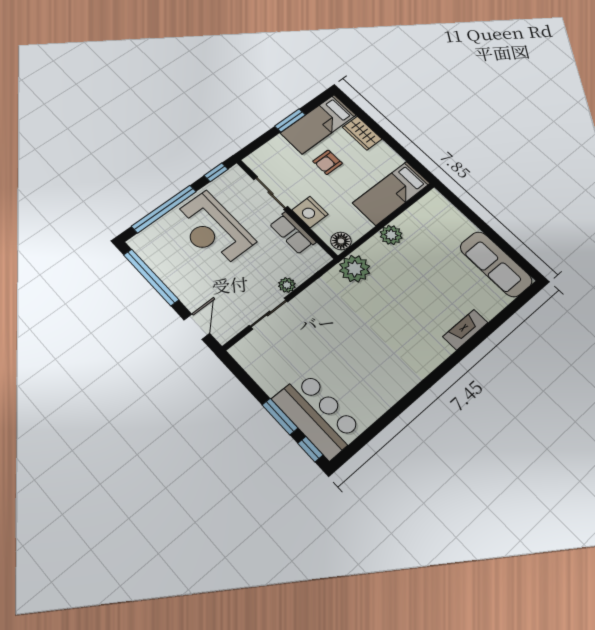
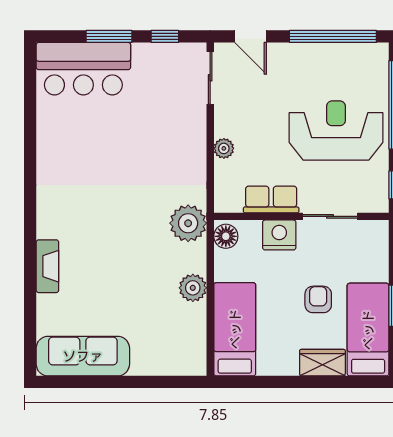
sliding door: (269, 314) -> (210, 78), moved
window: (310, 449) -> (165, 36), moved

